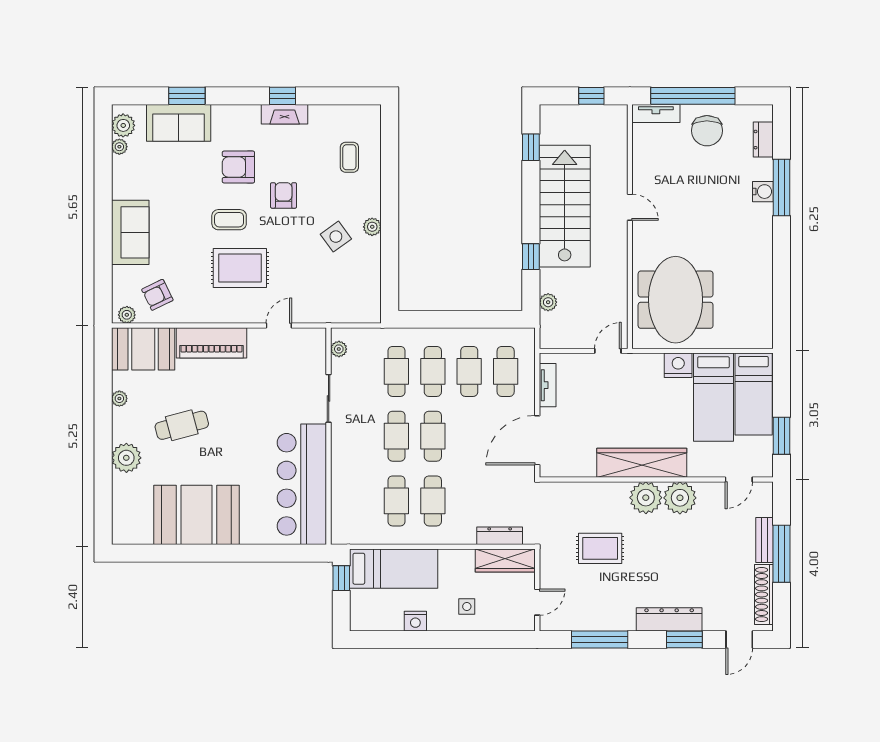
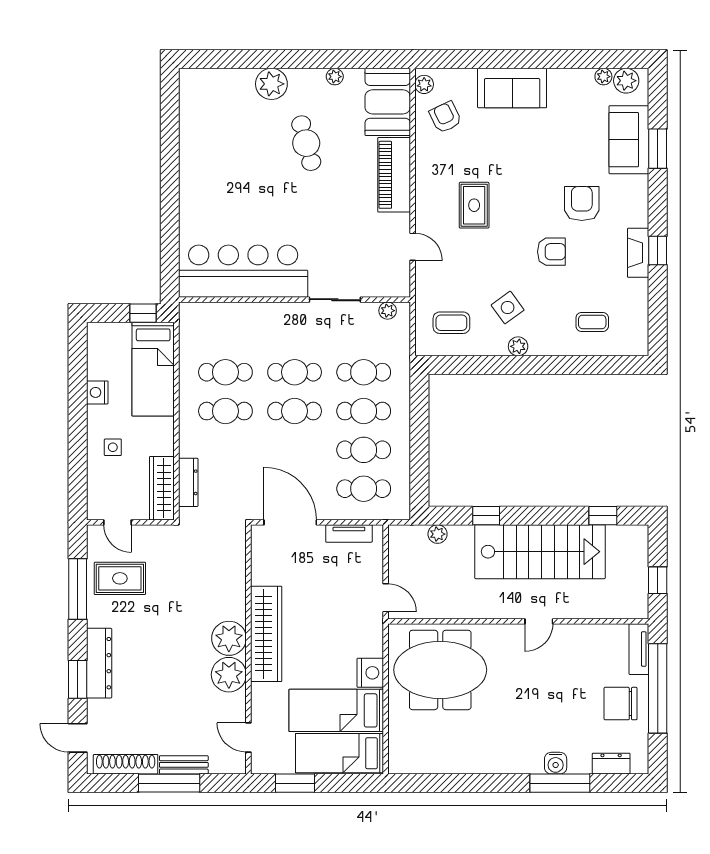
coffee table: (229, 220) -> (451, 323), moved, turned 90
rug: (240, 268) -> (474, 205), width x0.73, depth x0.70
booth: (197, 515) -> (211, 159), removed
rug: (600, 548) -> (120, 578), moved, turned 90

